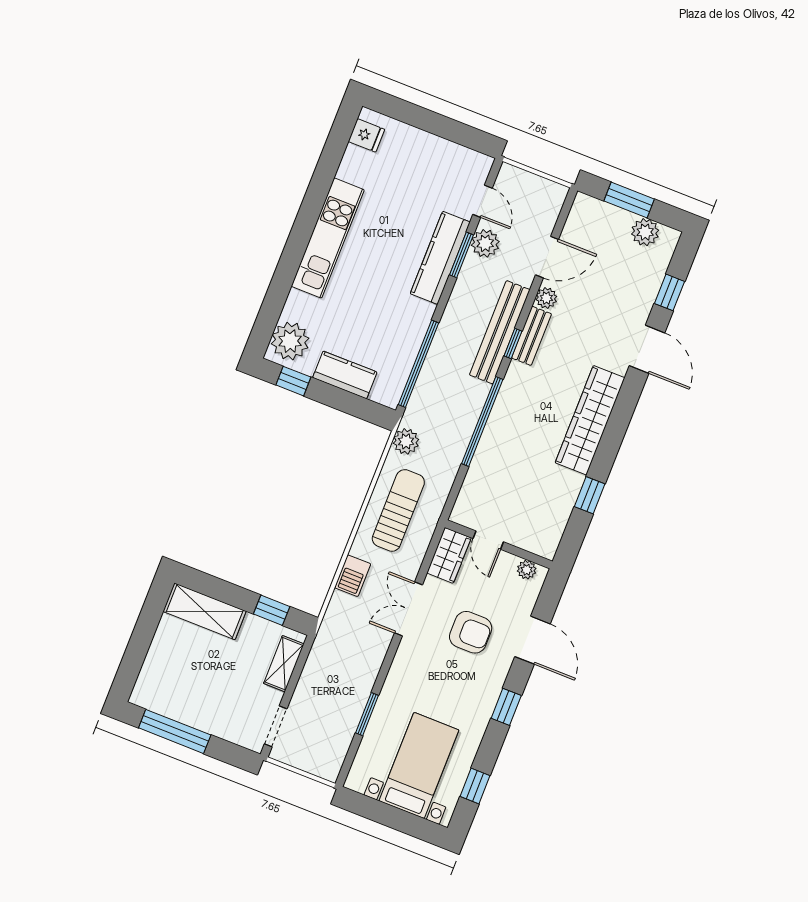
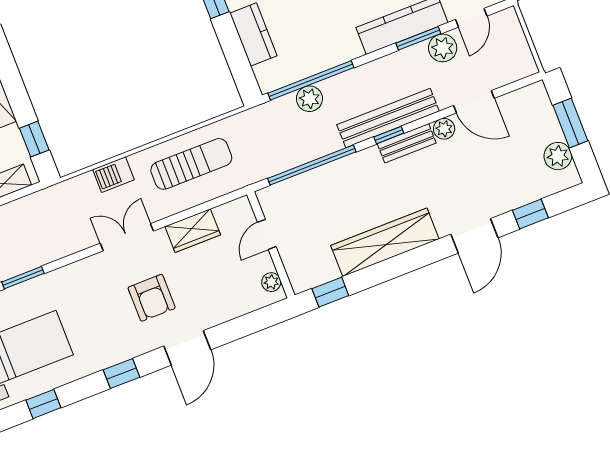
plant: (406, 441) -> (309, 99), moved
door: (488, 540) -> (267, 234), moved
wall: (499, 544) -> (271, 245), moved
plant: (527, 570) -> (271, 282), moved

